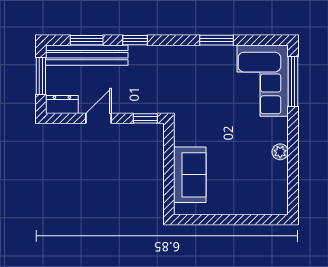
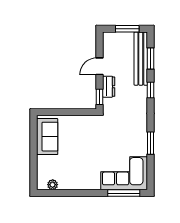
dresser: (62, 105) -> (109, 87), moved
door: (99, 118) -> (100, 66), swing flipped
plant: (280, 152) -> (53, 185), moved
sofa: (190, 175) -> (47, 137), moved, turned -90

